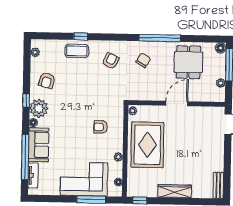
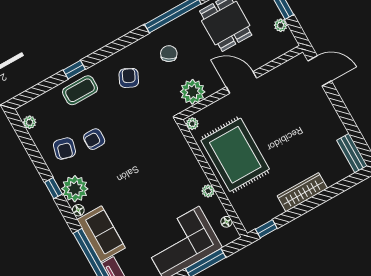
plant: (144, 92) -> (193, 92), added
door: (177, 103) -> (241, 82), hinge flipped
armchair: (100, 127) -> (94, 139), moved

